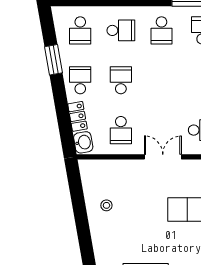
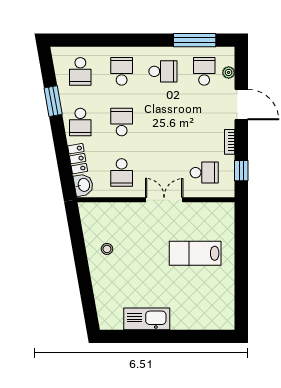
school desk: (121, 30) -> (122, 71), turned -90
school desk: (162, 30) -> (163, 71), turned -90
school desk: (80, 80) -> (80, 122), turned 180

